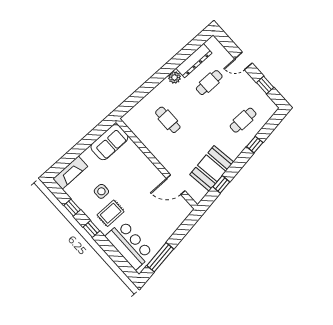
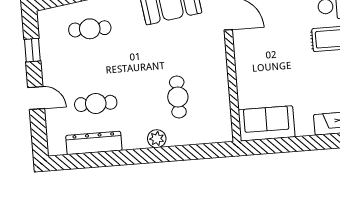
plant: (175, 77) -> (157, 139), moved
side table: (101, 191) -> (320, 73), removed

